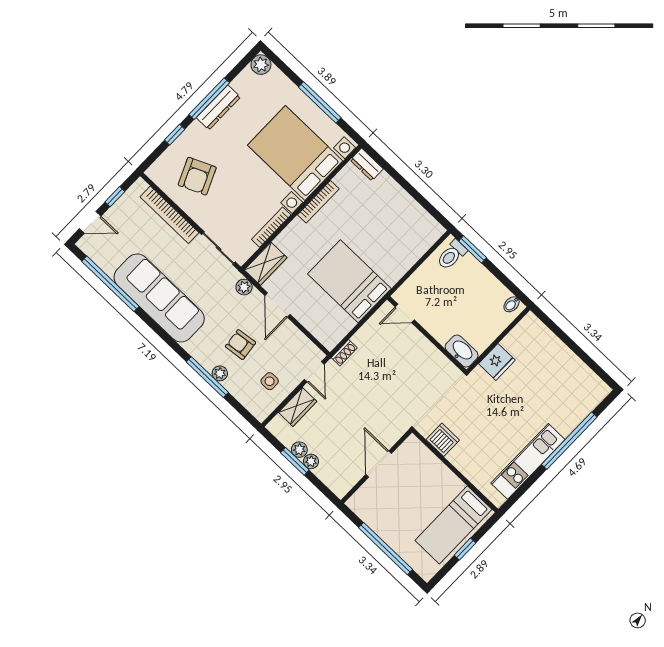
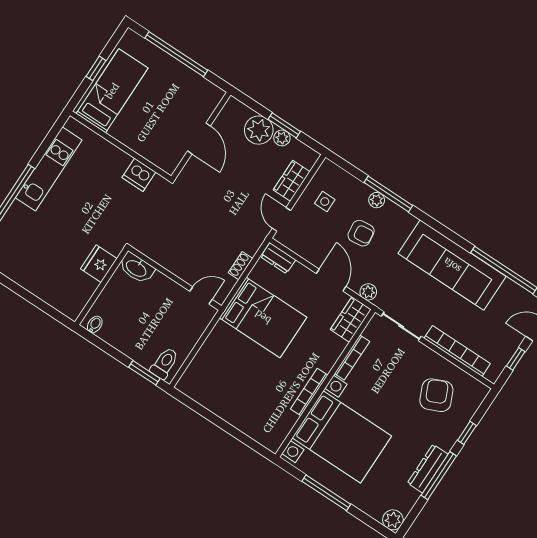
dresser: (367, 164) -> (278, 258), moved, turned 180
shoe rack: (344, 353) -> (241, 266), moved
plant: (311, 461) -> (259, 130), width x1.88, depth x1.88

